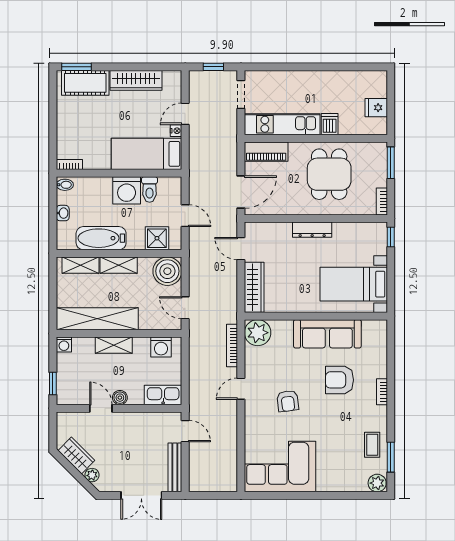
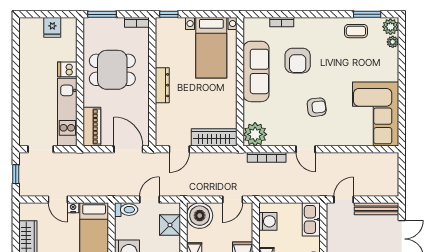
toilet: (150, 189) -> (126, 210), moved
bookcase: (382, 392) -> (282, 22), moved
plant: (360, 485) -> (393, 42), added

